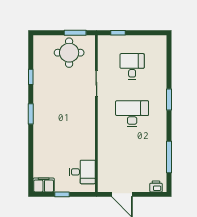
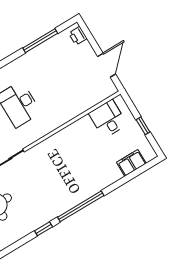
window: (31, 114) -> (81, 206), width x2.11
filing cabinet: (44, 185) -> (131, 163), moved, turned 90

